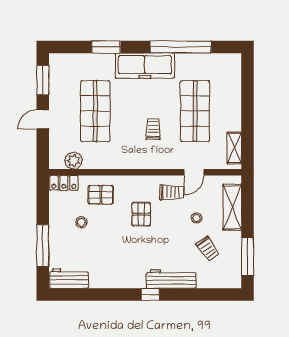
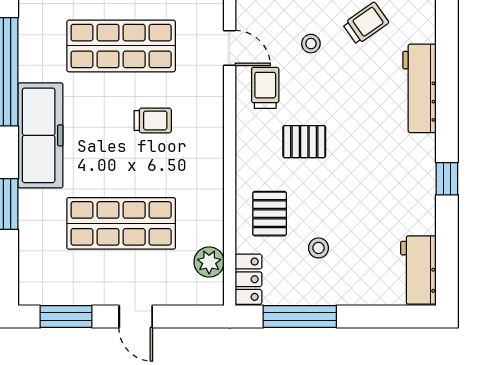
trolley: (153, 129) -> (153, 120), turned 180
window: (43, 246) -> (300, 317), moved
window: (150, 295) -> (447, 179), moved

